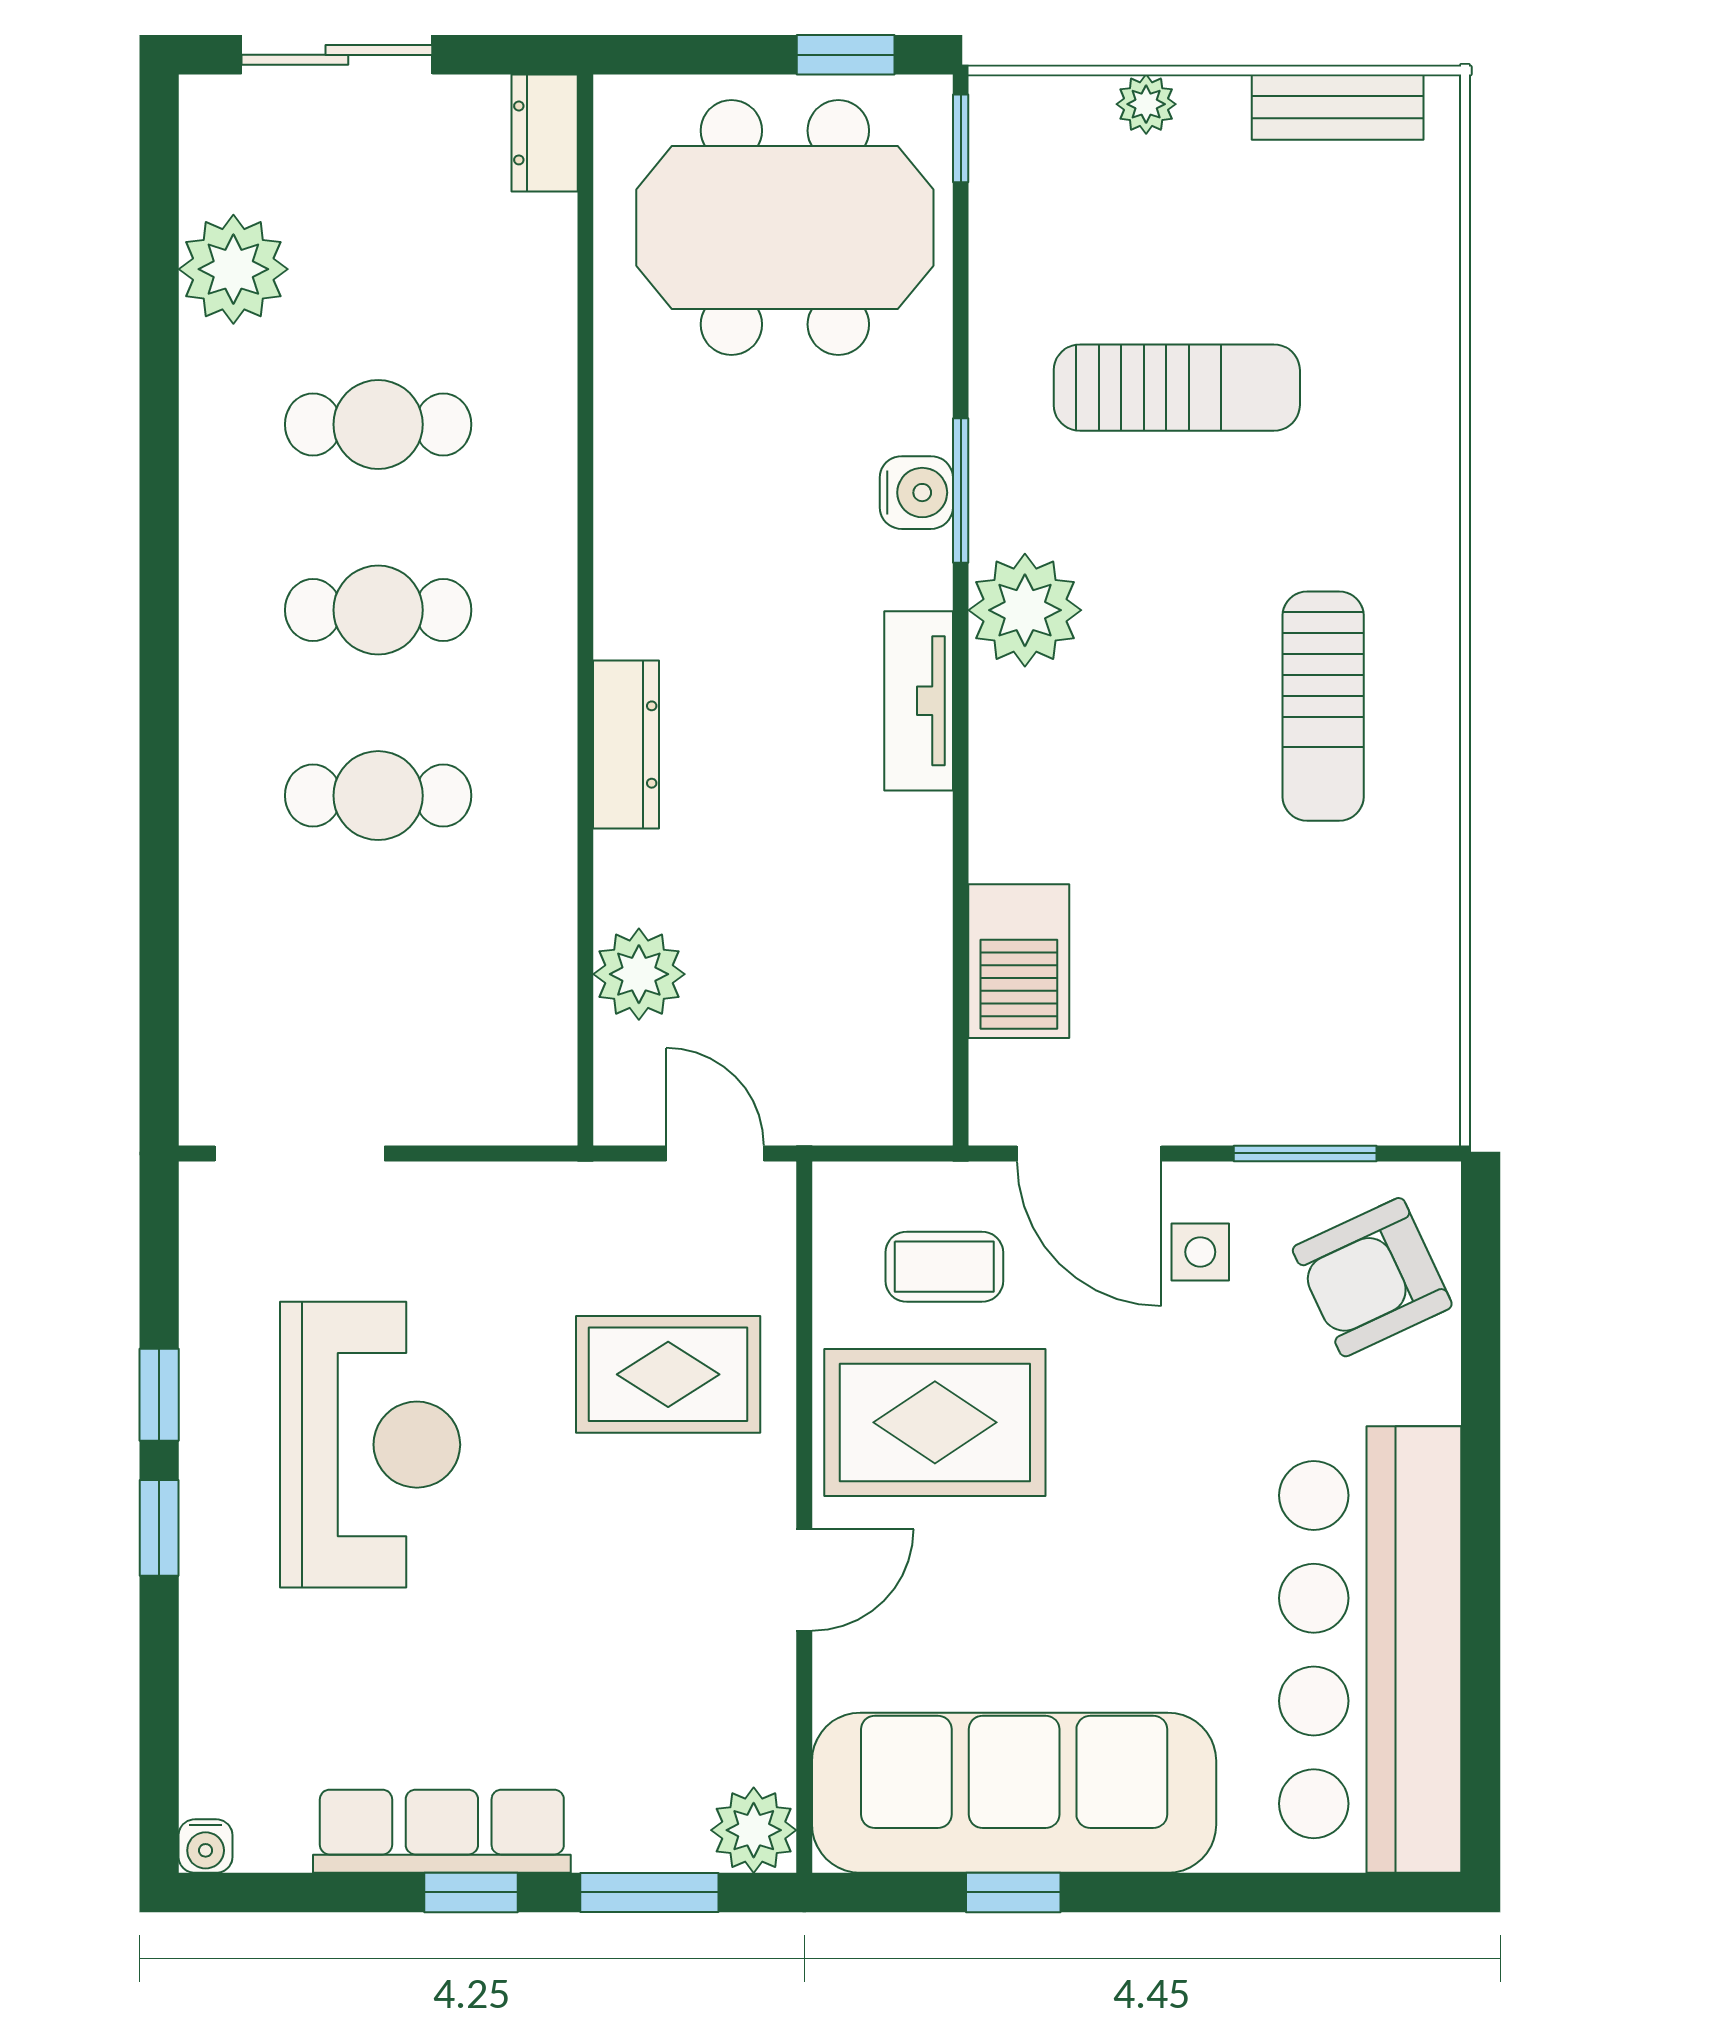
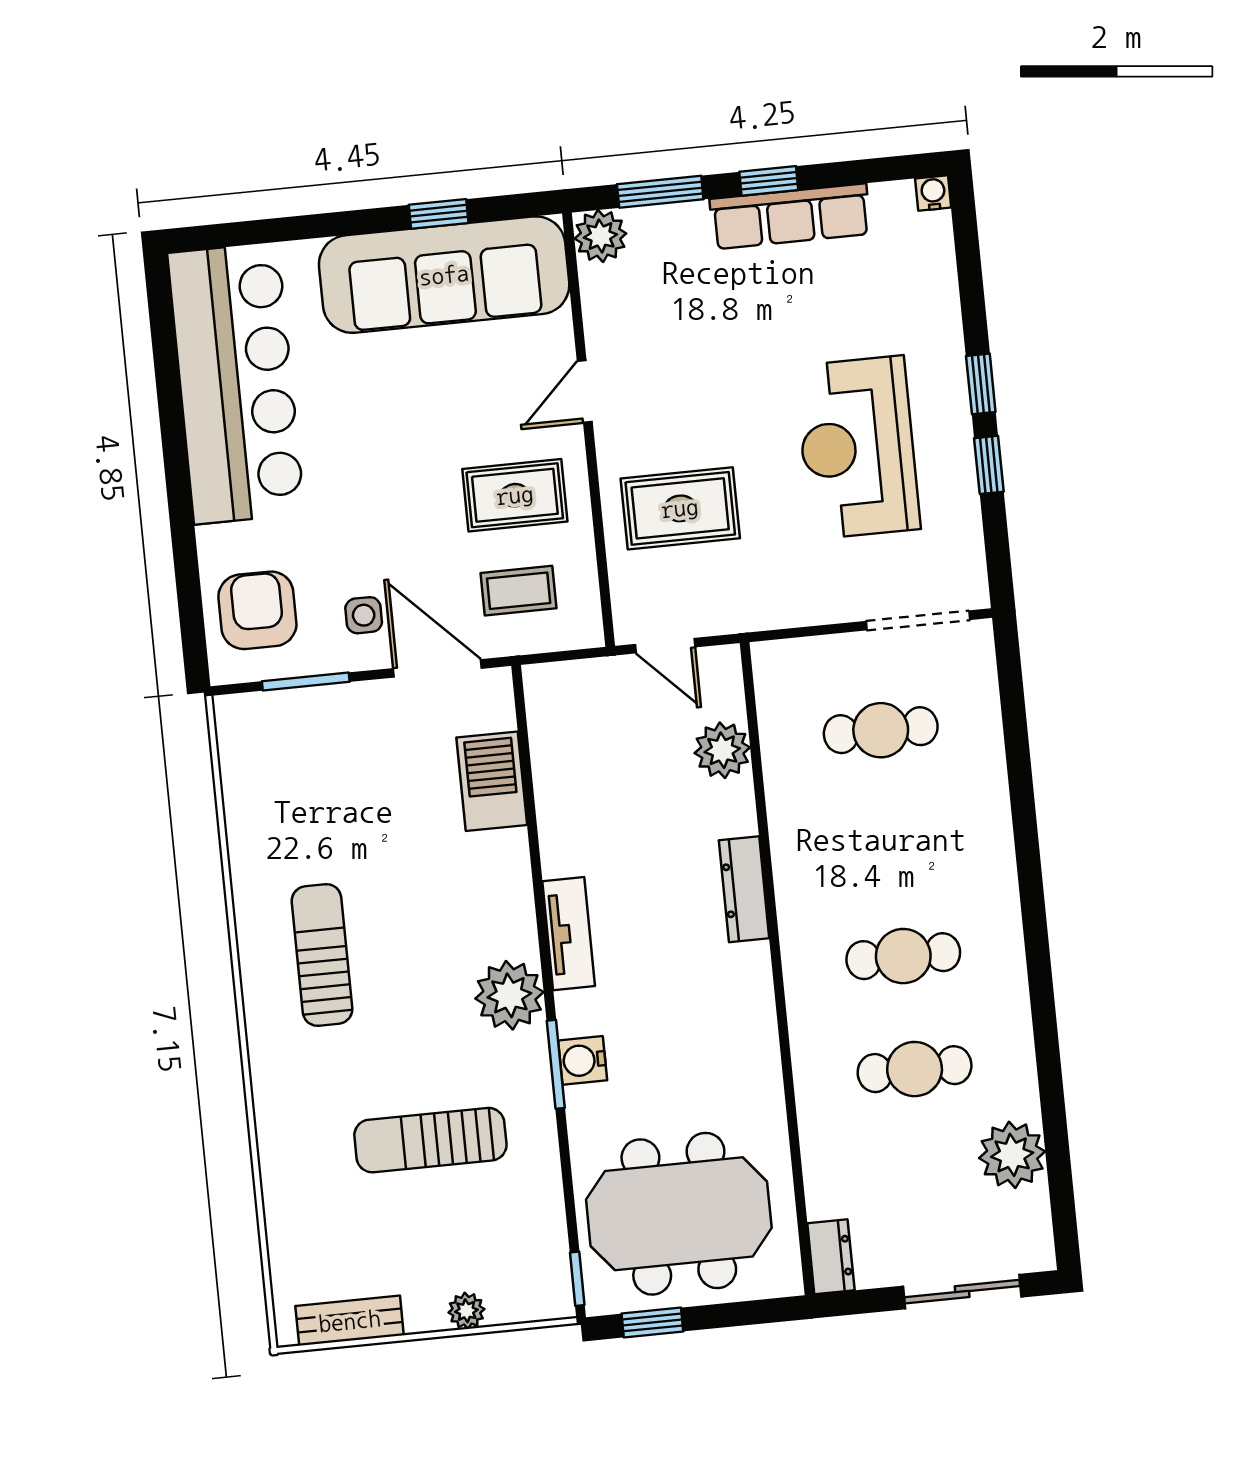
cafe table: (378, 796) -> (881, 730), moved
armchair: (1372, 1277) -> (257, 610), turned -65
rug: (935, 1422) -> (515, 495), width x0.73, depth x0.70

